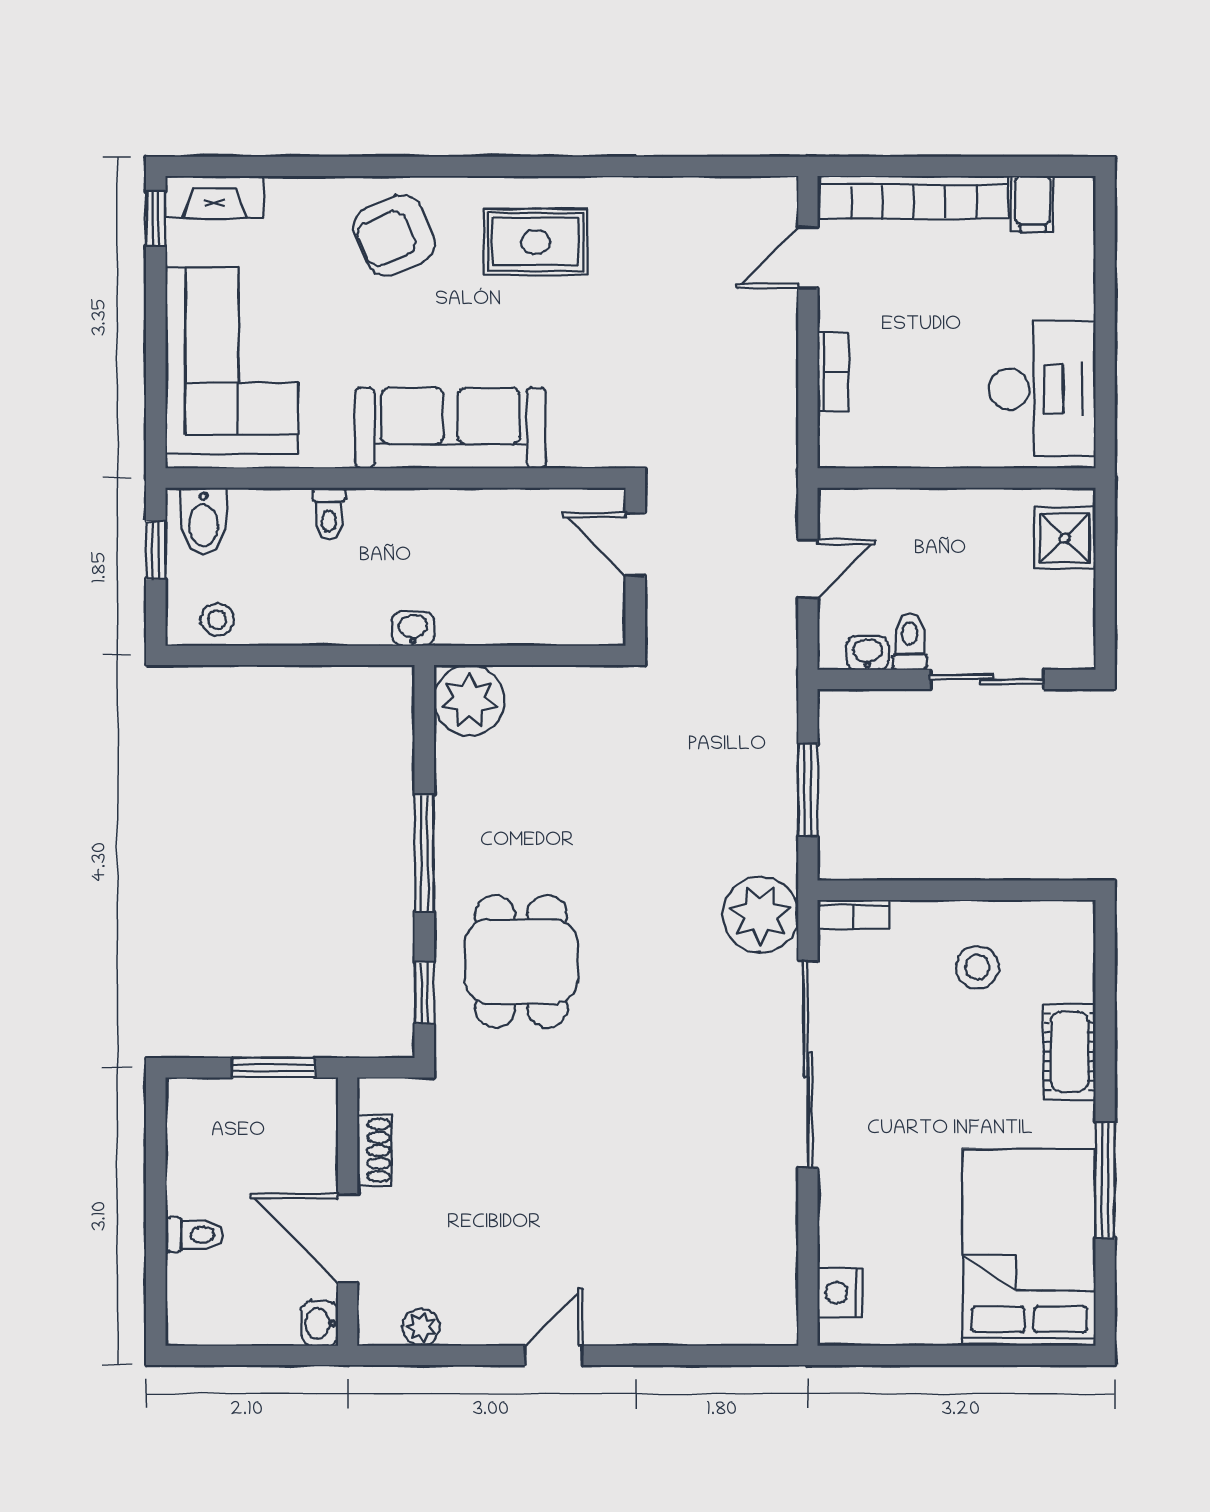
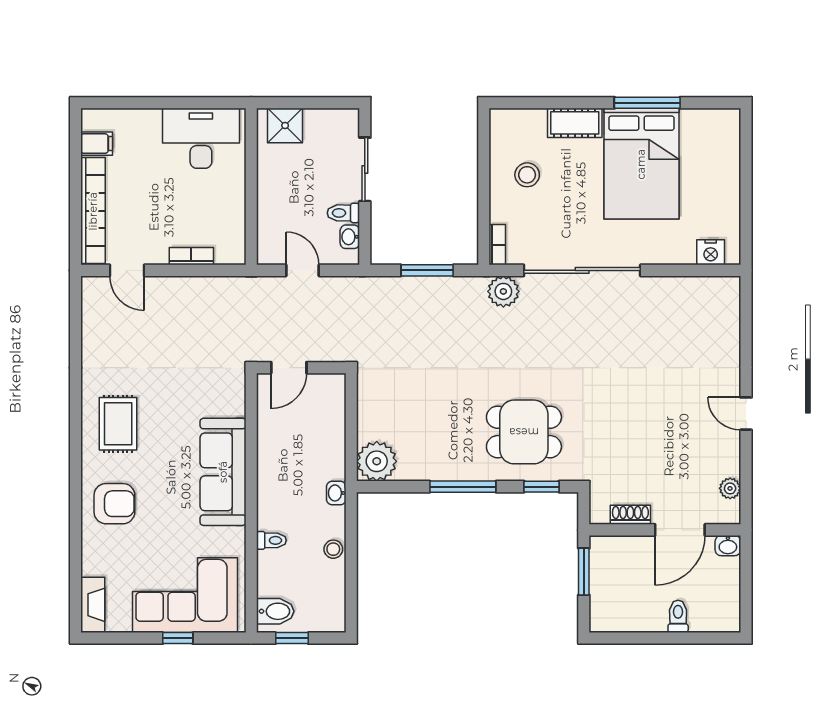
window: (156, 218) -> (178, 638), moved
armchair: (394, 235) -> (114, 504), turned -67
stool: (217, 619) -> (333, 549), moved
plant: (760, 915) -> (503, 291), width x0.73, depth x0.73
bed: (1029, 1247) -> (641, 164), moved, turned -90

